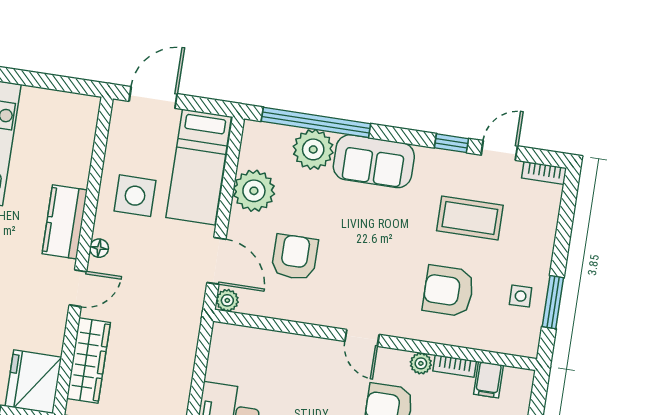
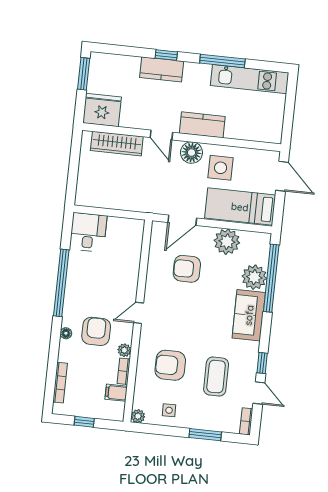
floor lamp: (99, 248) -> (191, 153), width x1.89, depth x1.89
armchair: (295, 257) -> (187, 269), turned 180
armchair: (448, 291) -> (170, 365), turned -90
plant: (227, 300) -> (138, 416), moved
window: (553, 302) -> (205, 435), moved

